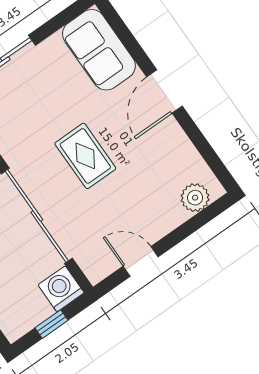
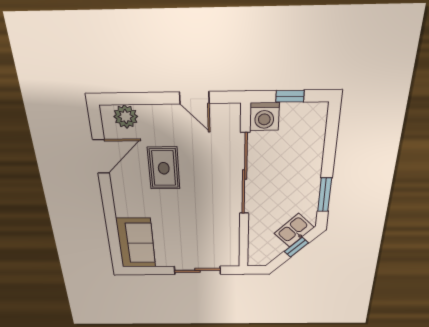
door: (165, 92) -> (101, 157), moved
rug: (85, 156) -> (164, 168), moved

